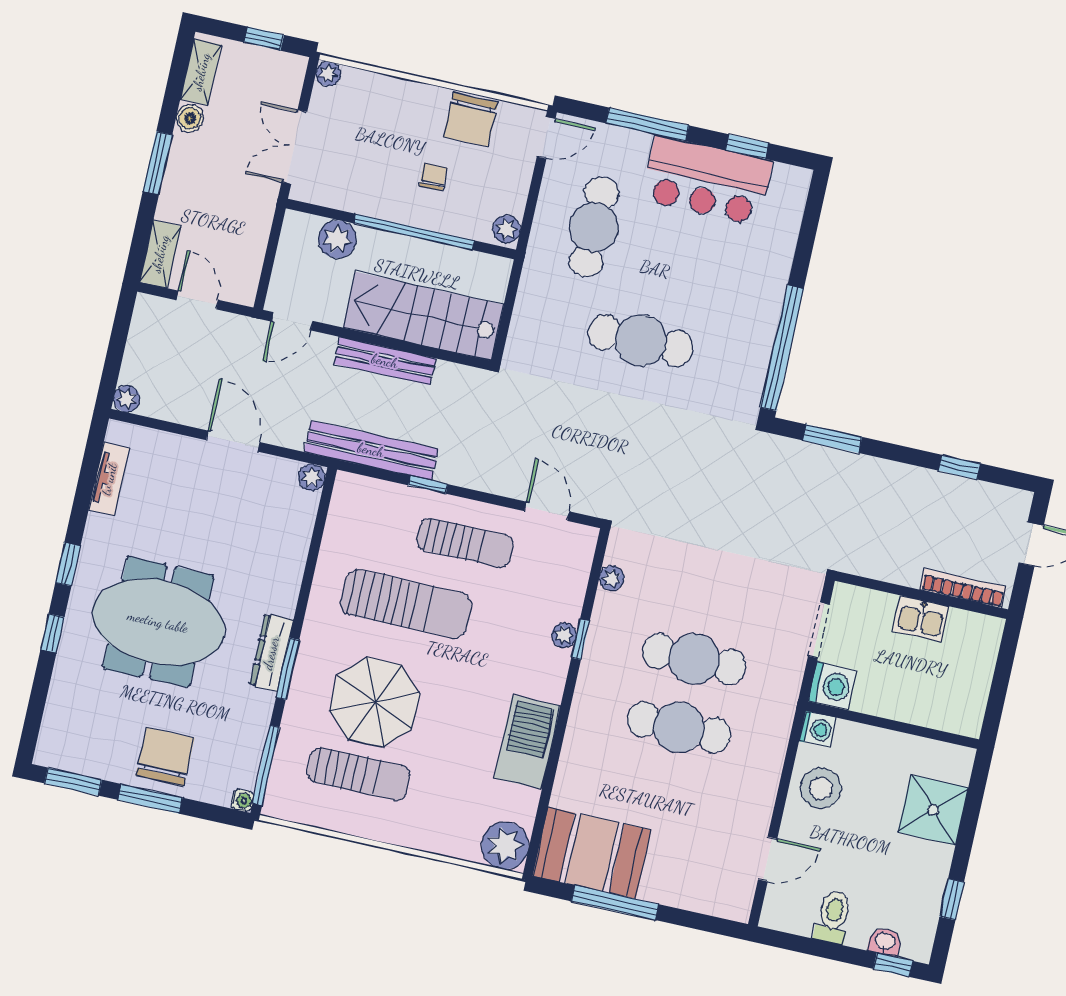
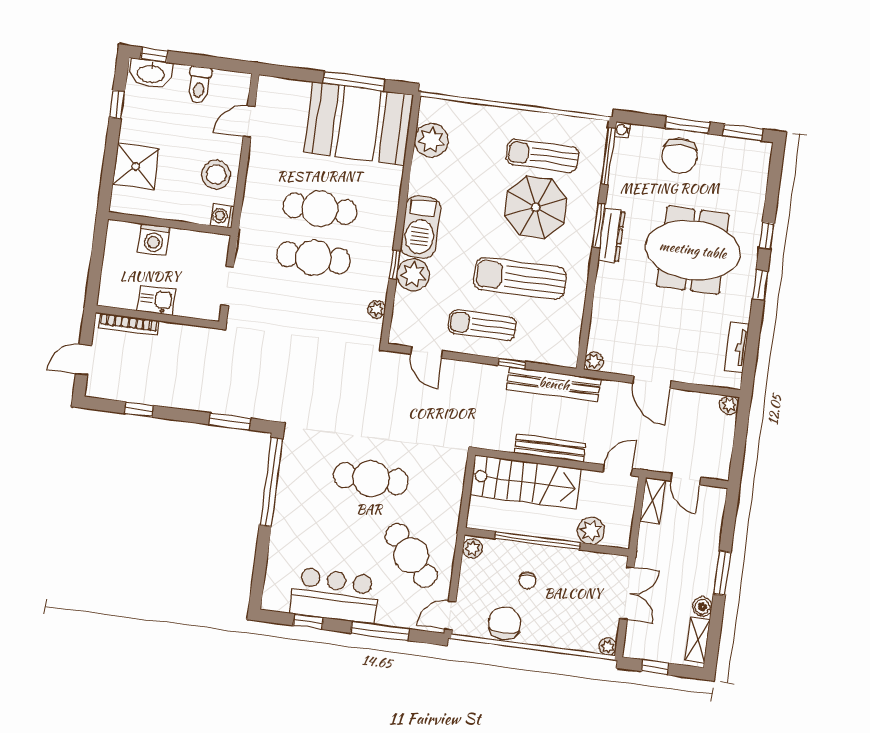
cafe table: (594, 227) -> (411, 555), turned -42
shelving: (160, 254) -> (653, 501), moved
plant: (564, 635) -> (413, 275), width x1.88, depth x1.88
washing machine: (832, 686) -> (154, 239), moved, turned -90
barbecue: (527, 742) -> (421, 227), moved
plant: (505, 846) -> (431, 140), moved
booth: (592, 853) -> (359, 123), width x1.36, depth x1.42
washbasin: (885, 942) -> (151, 73), width x1.91, depth x1.45

